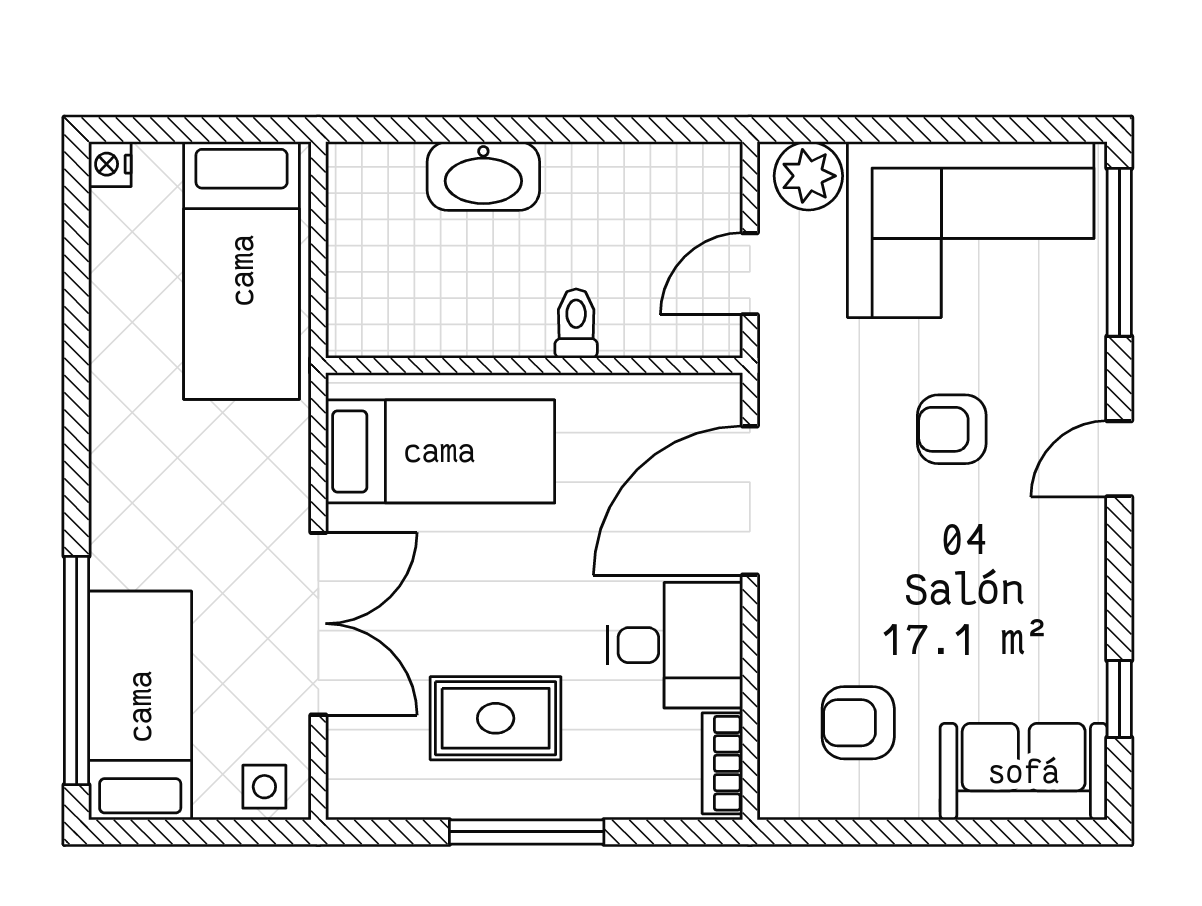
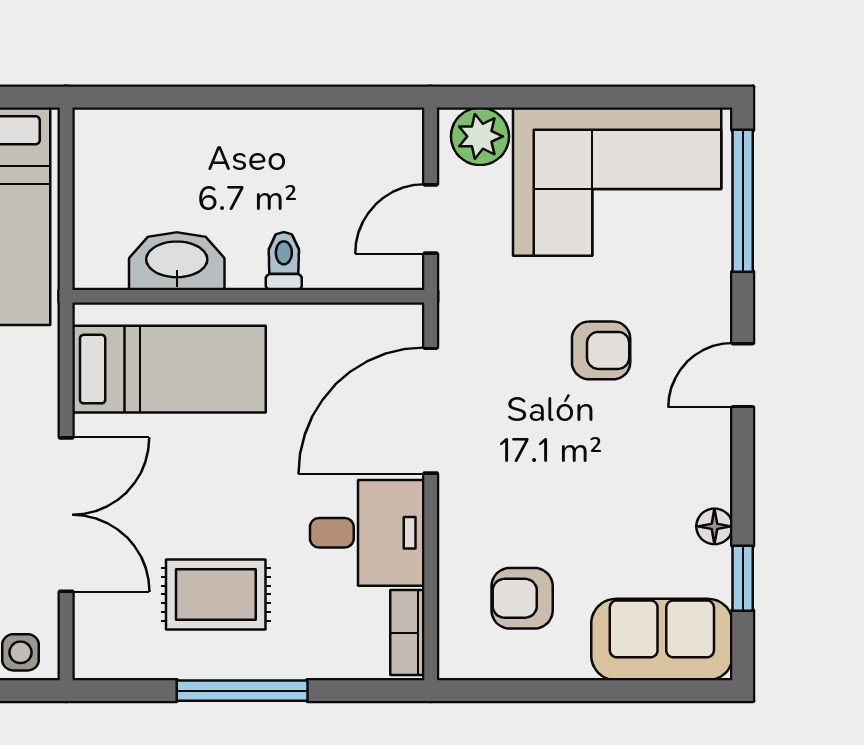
washbasin: (483, 176) -> (177, 261), moved, turned 180
armchair: (952, 429) -> (601, 350), turned 180
floor lamp: (1086, 638) -> (714, 526), added

